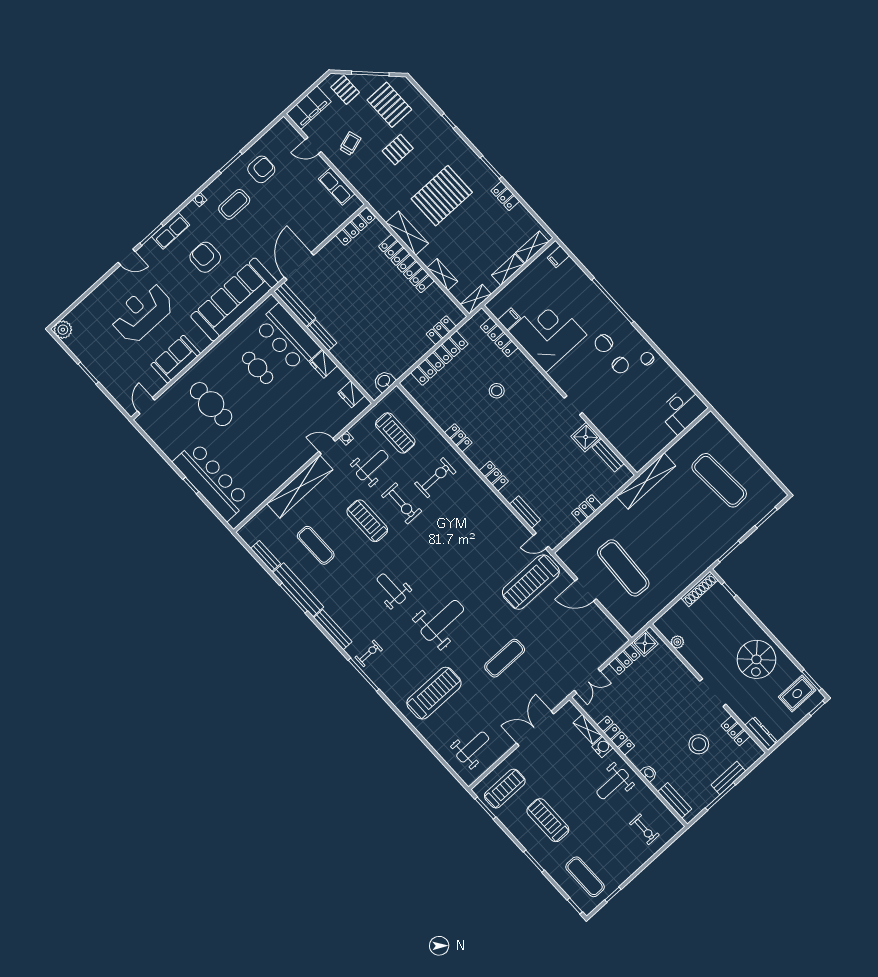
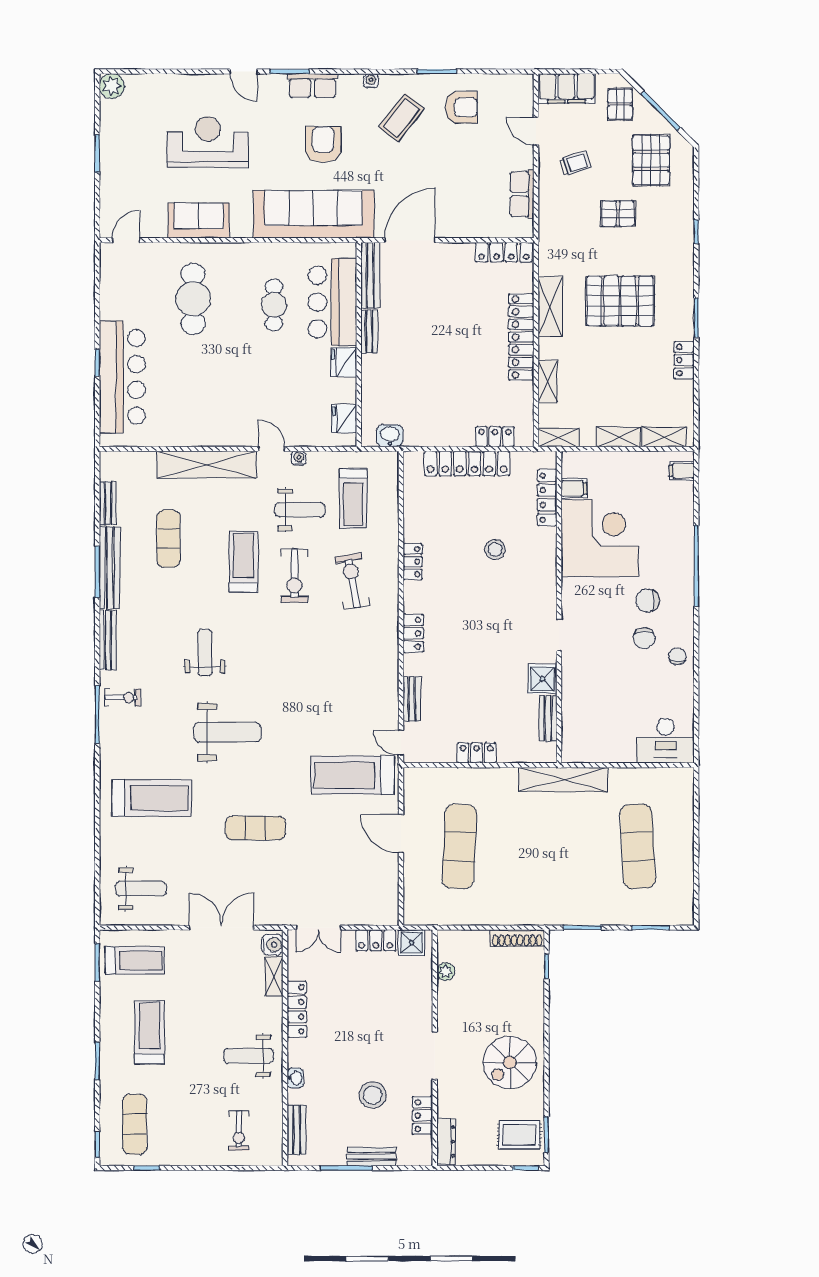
coffee table: (234, 204) -> (401, 118), turned -52
exercise bike: (435, 478) -> (352, 581), turned -100
water cooler: (602, 747) -> (272, 945), moved

